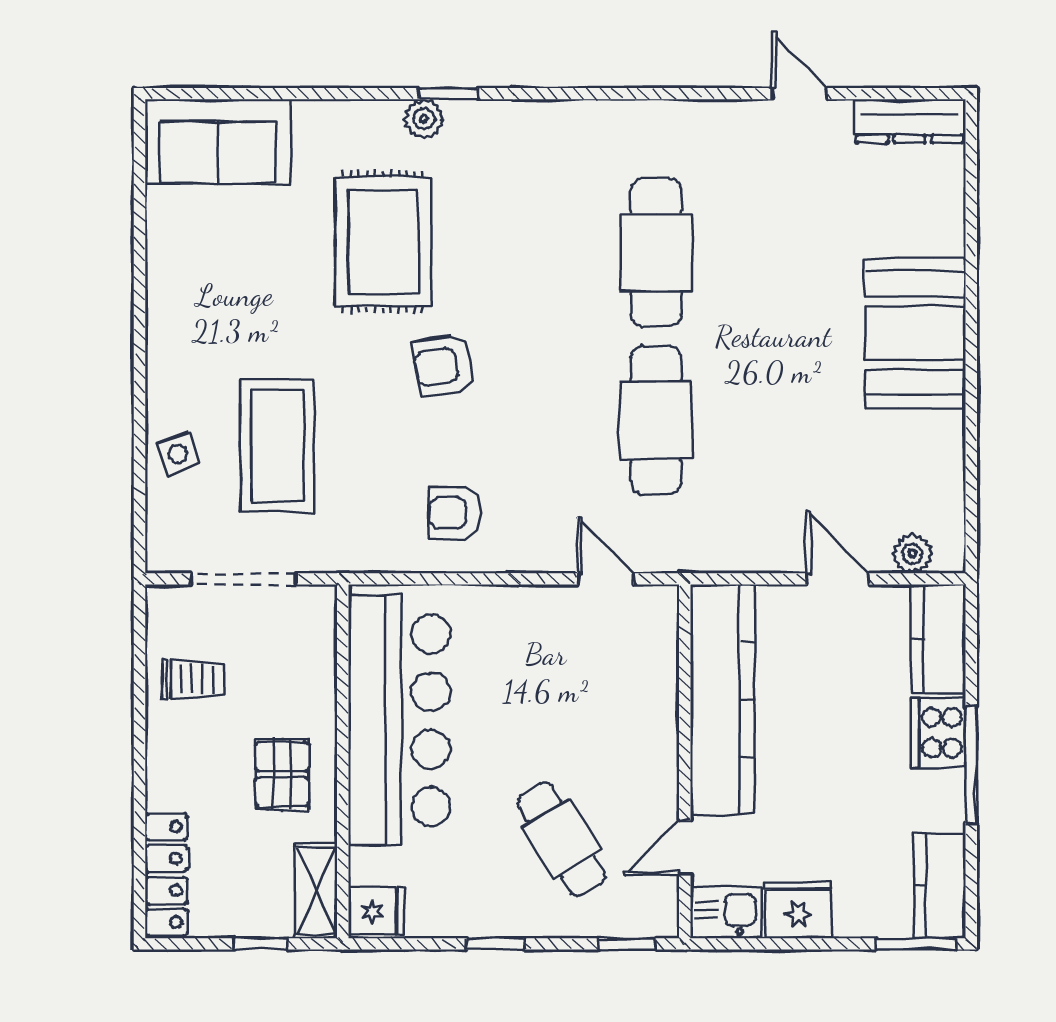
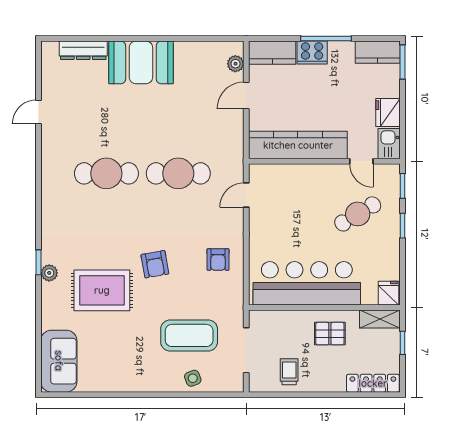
dresser: (910, 121) -> (83, 50), moved, turned 90
window: (495, 944) -> (403, 226), moved

